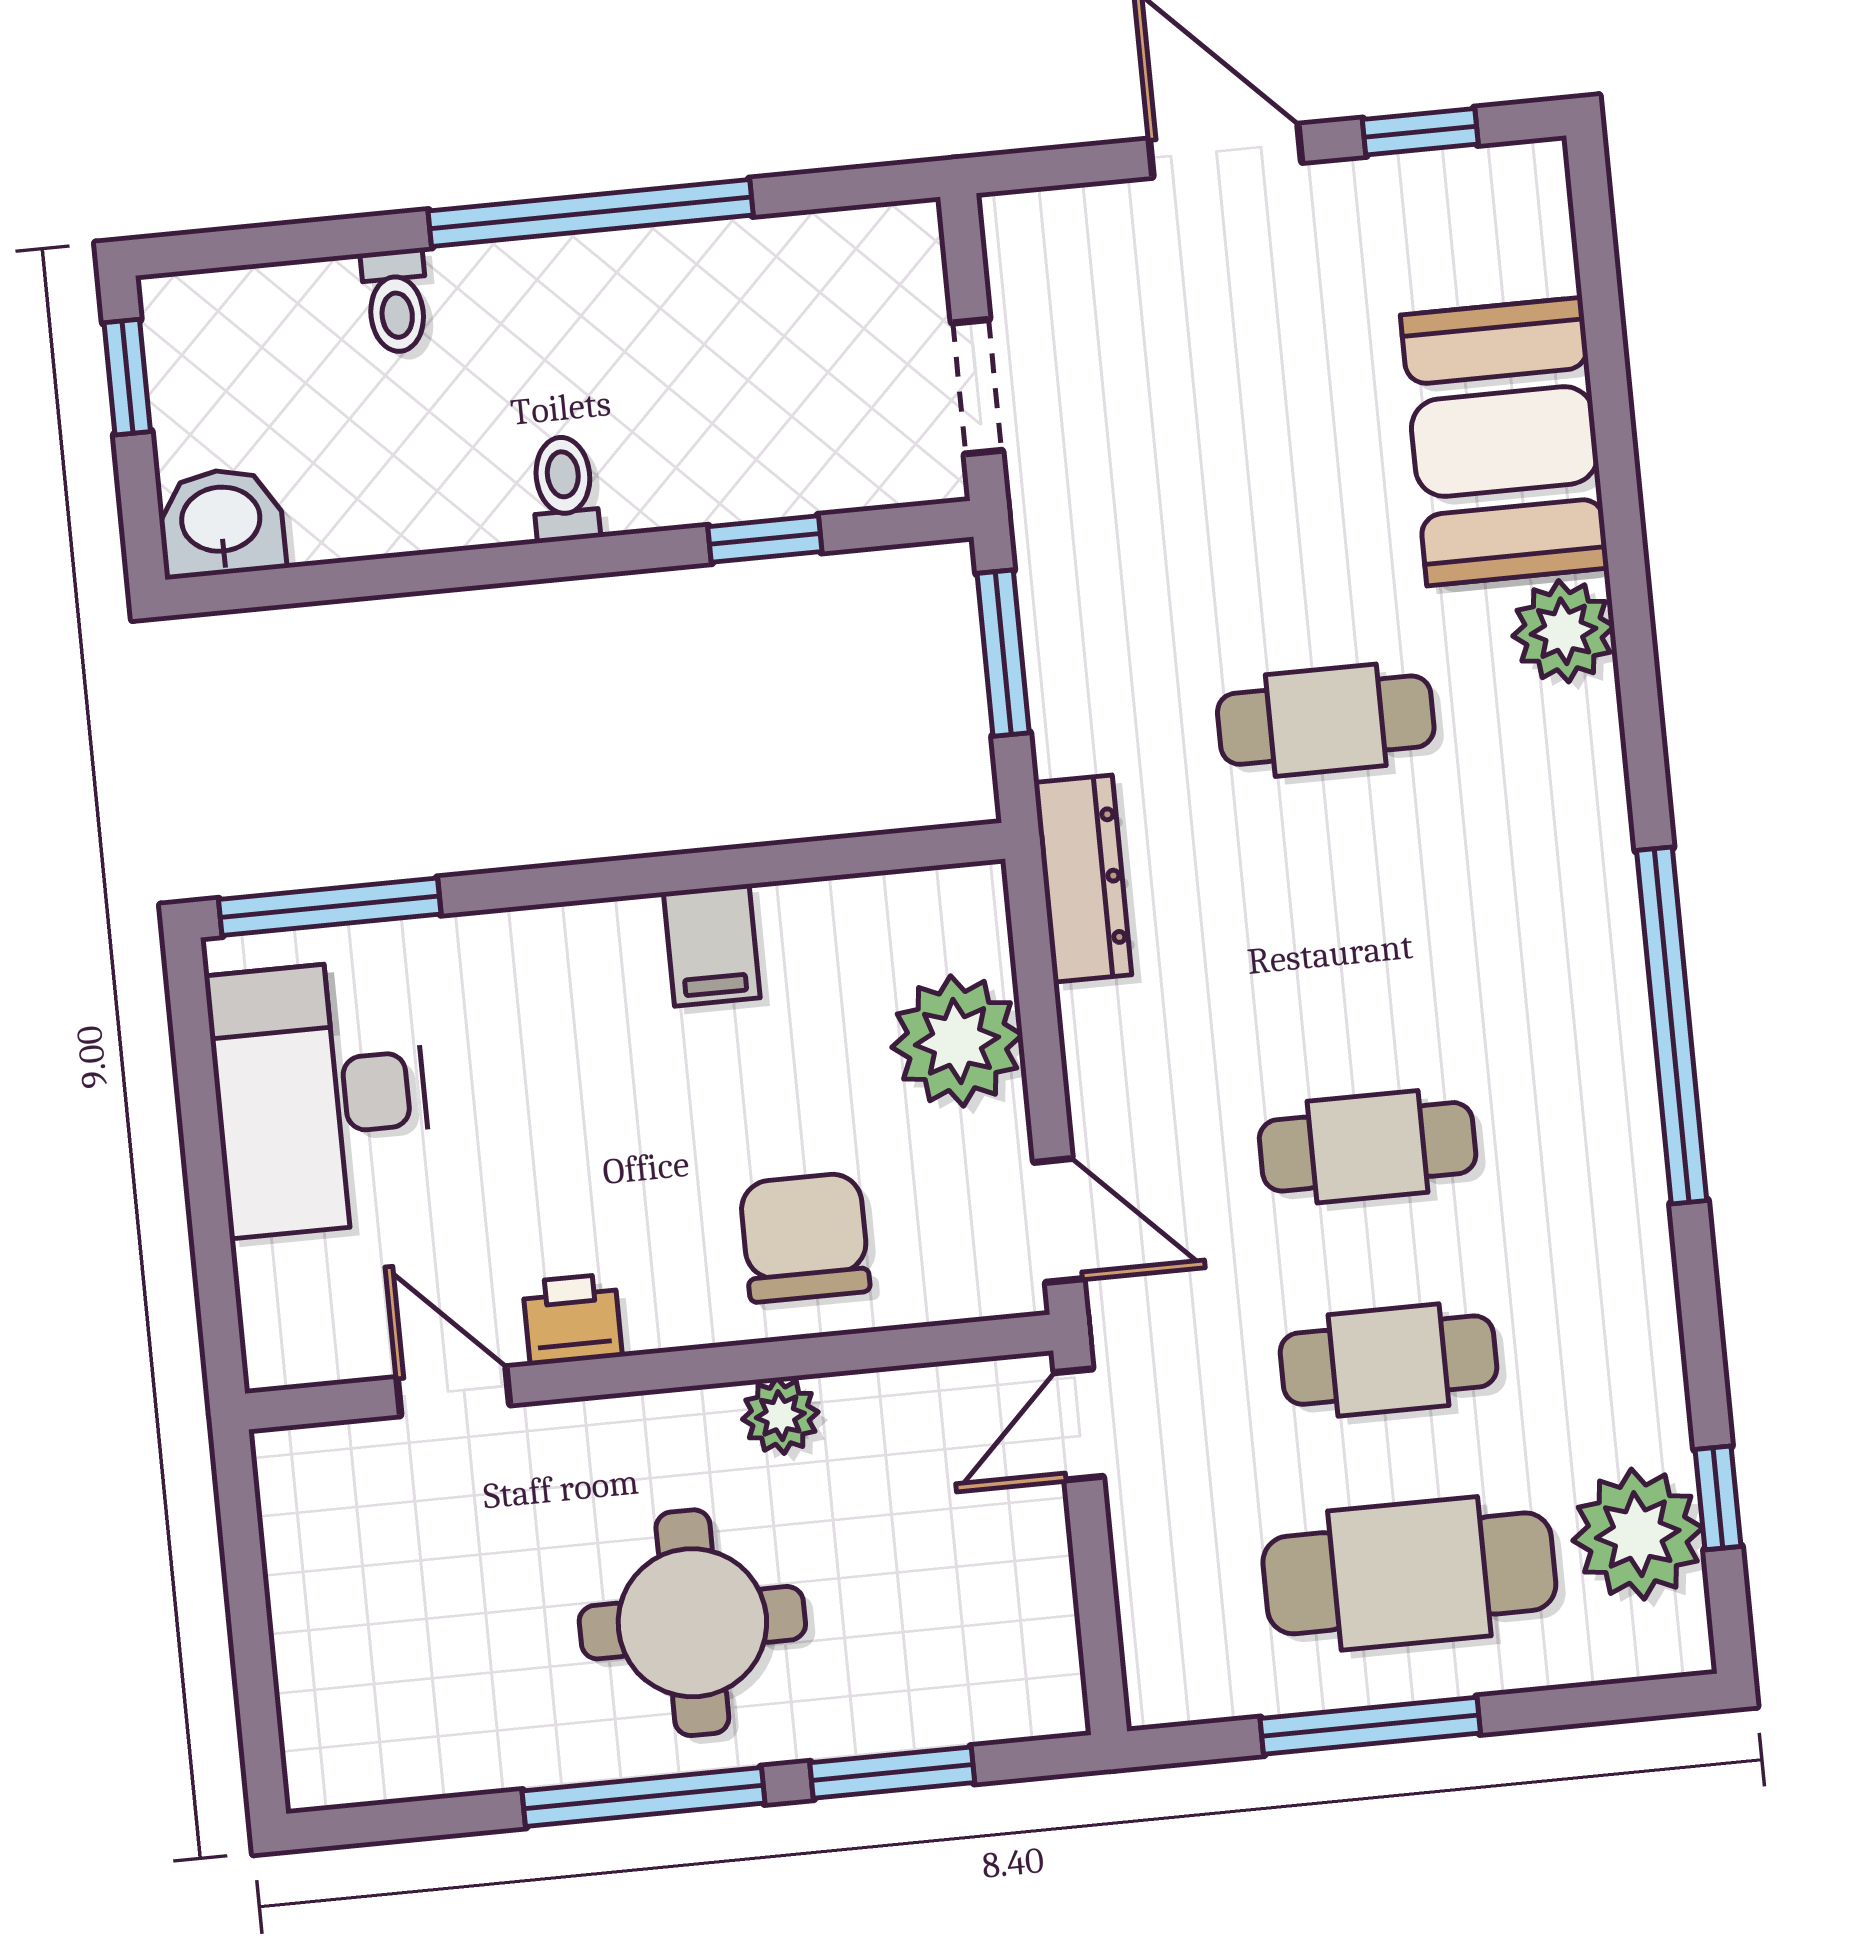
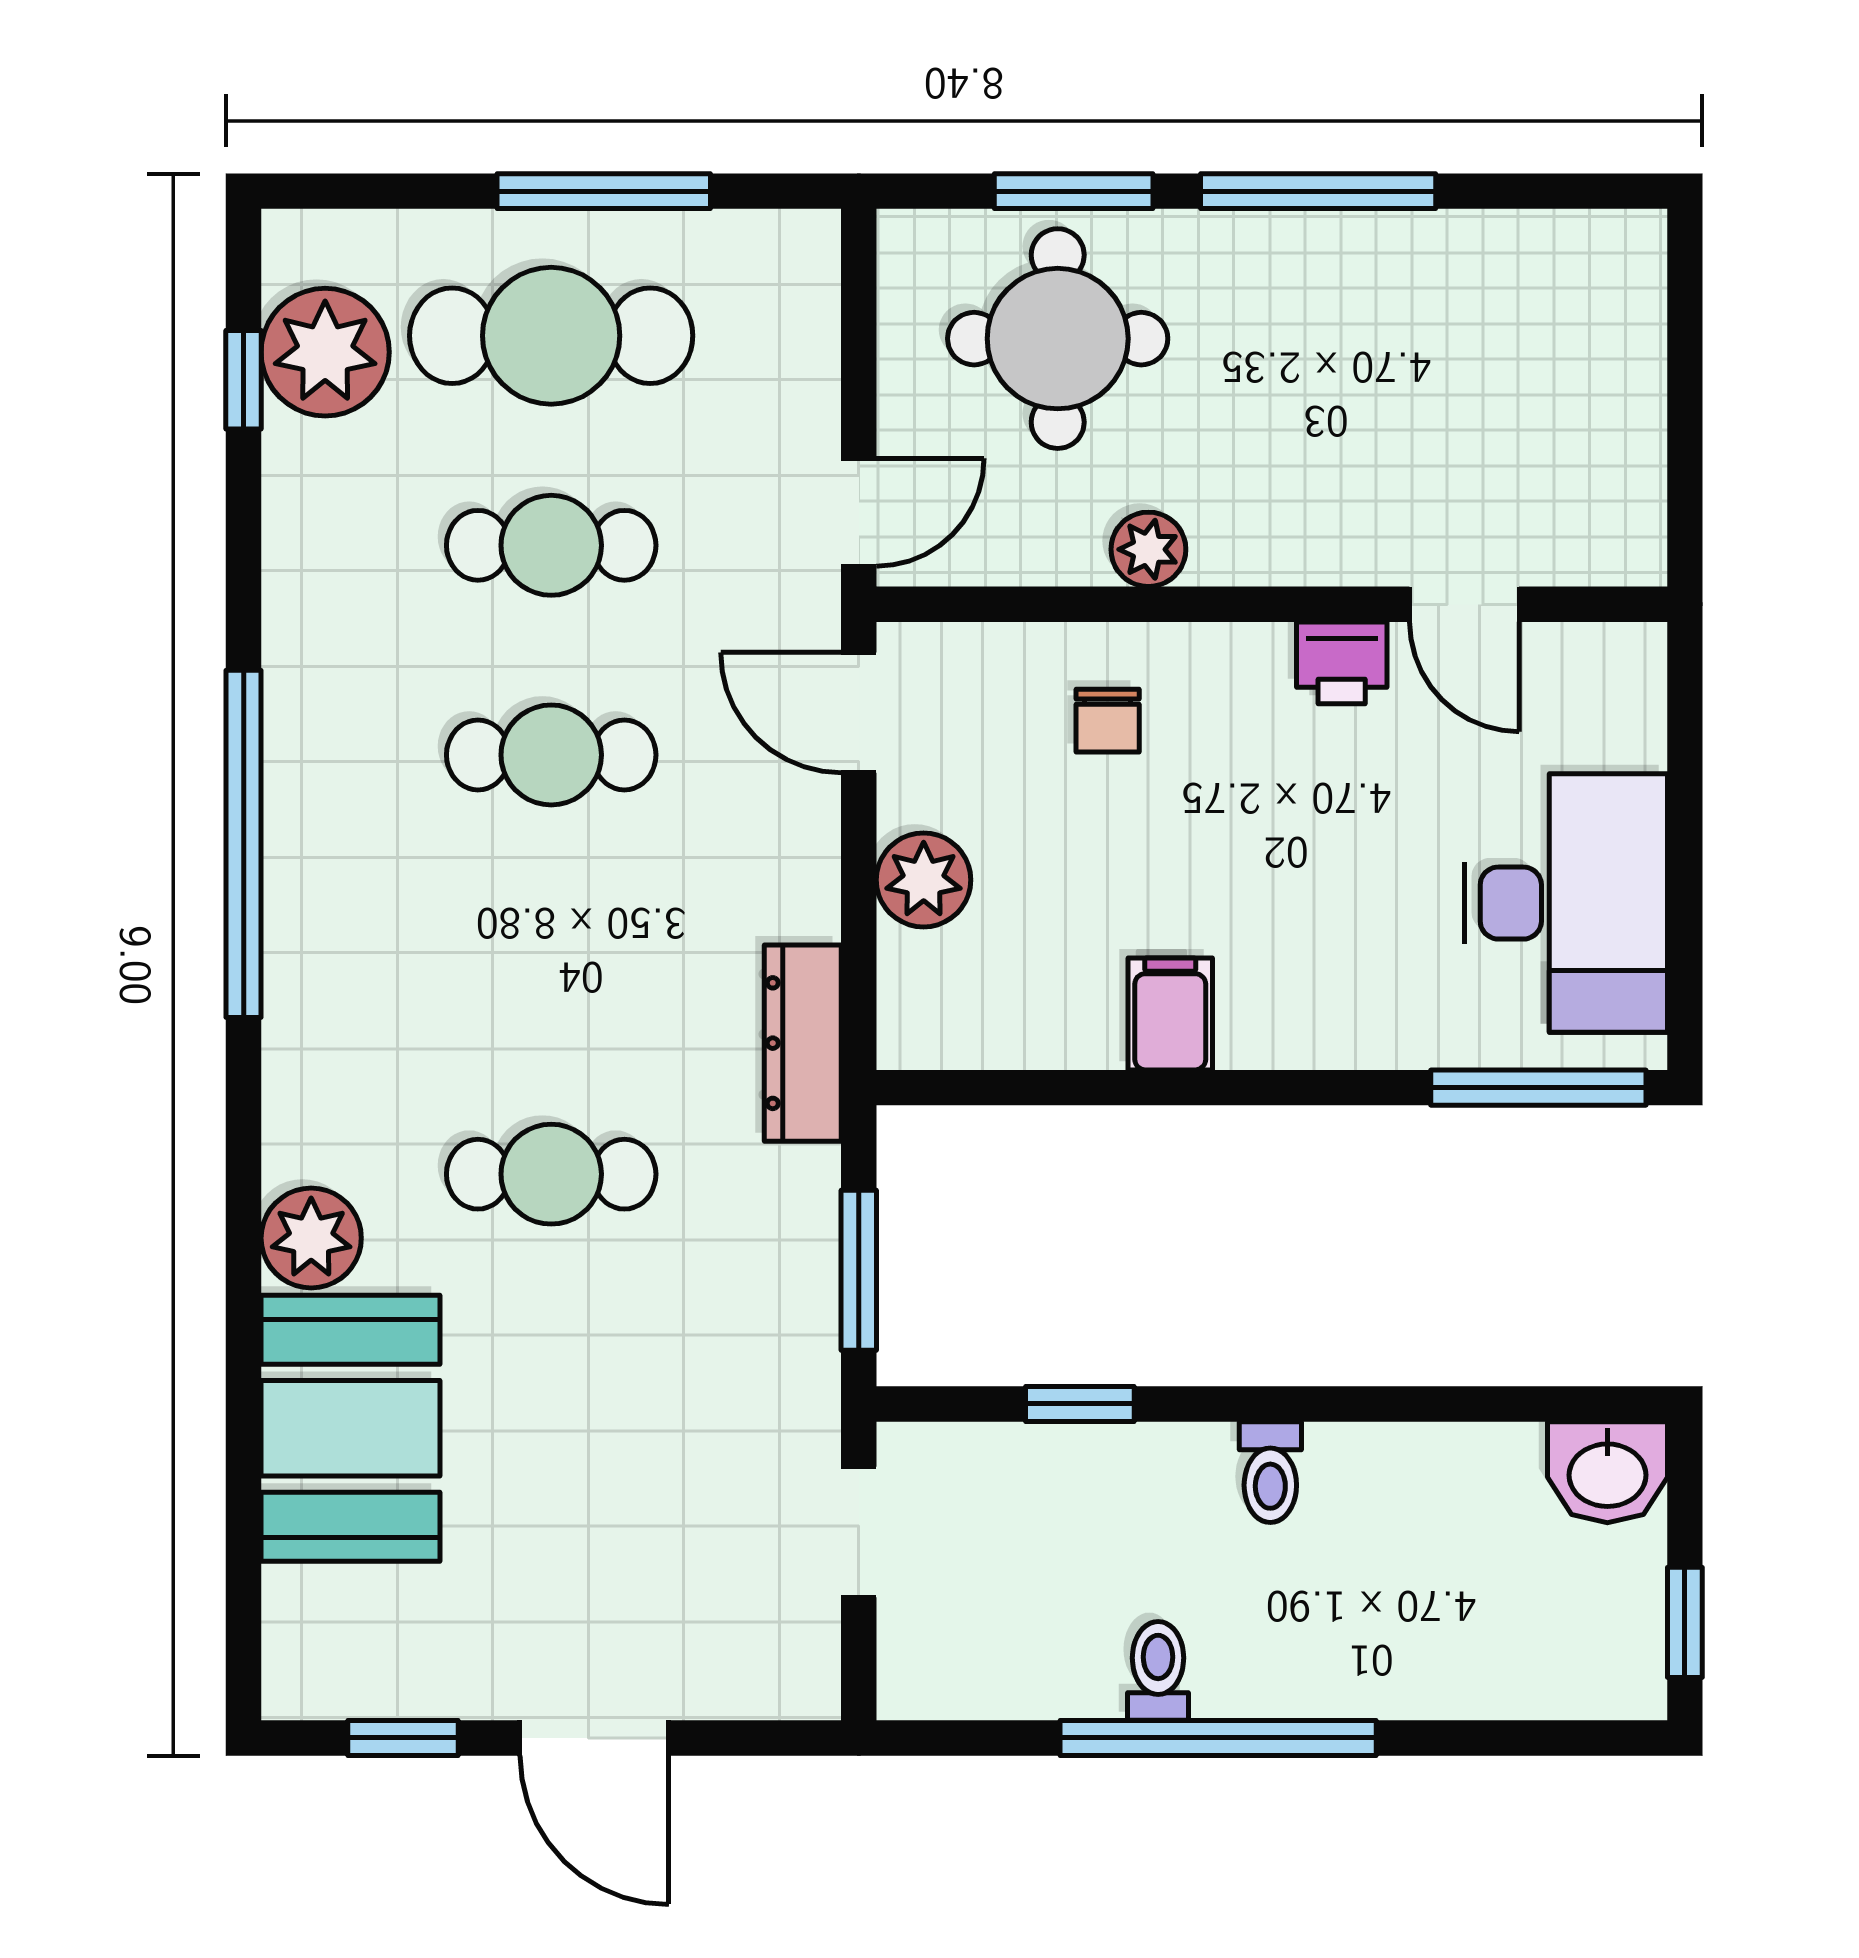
toilet: (396, 301) -> (1158, 1671), moved
plant: (957, 1041) -> (924, 880), width x0.73, depth x0.73
chair: (805, 1237) -> (1108, 721), width x0.54, depth x0.54
round table: (692, 1623) -> (1058, 339), moved

